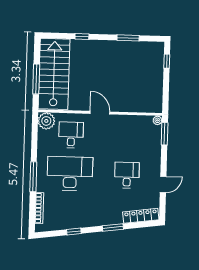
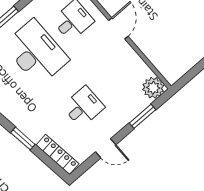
plant: (157, 120) -> (153, 88), width x1.87, depth x1.87
window: (165, 134) -> (143, 116), moved

